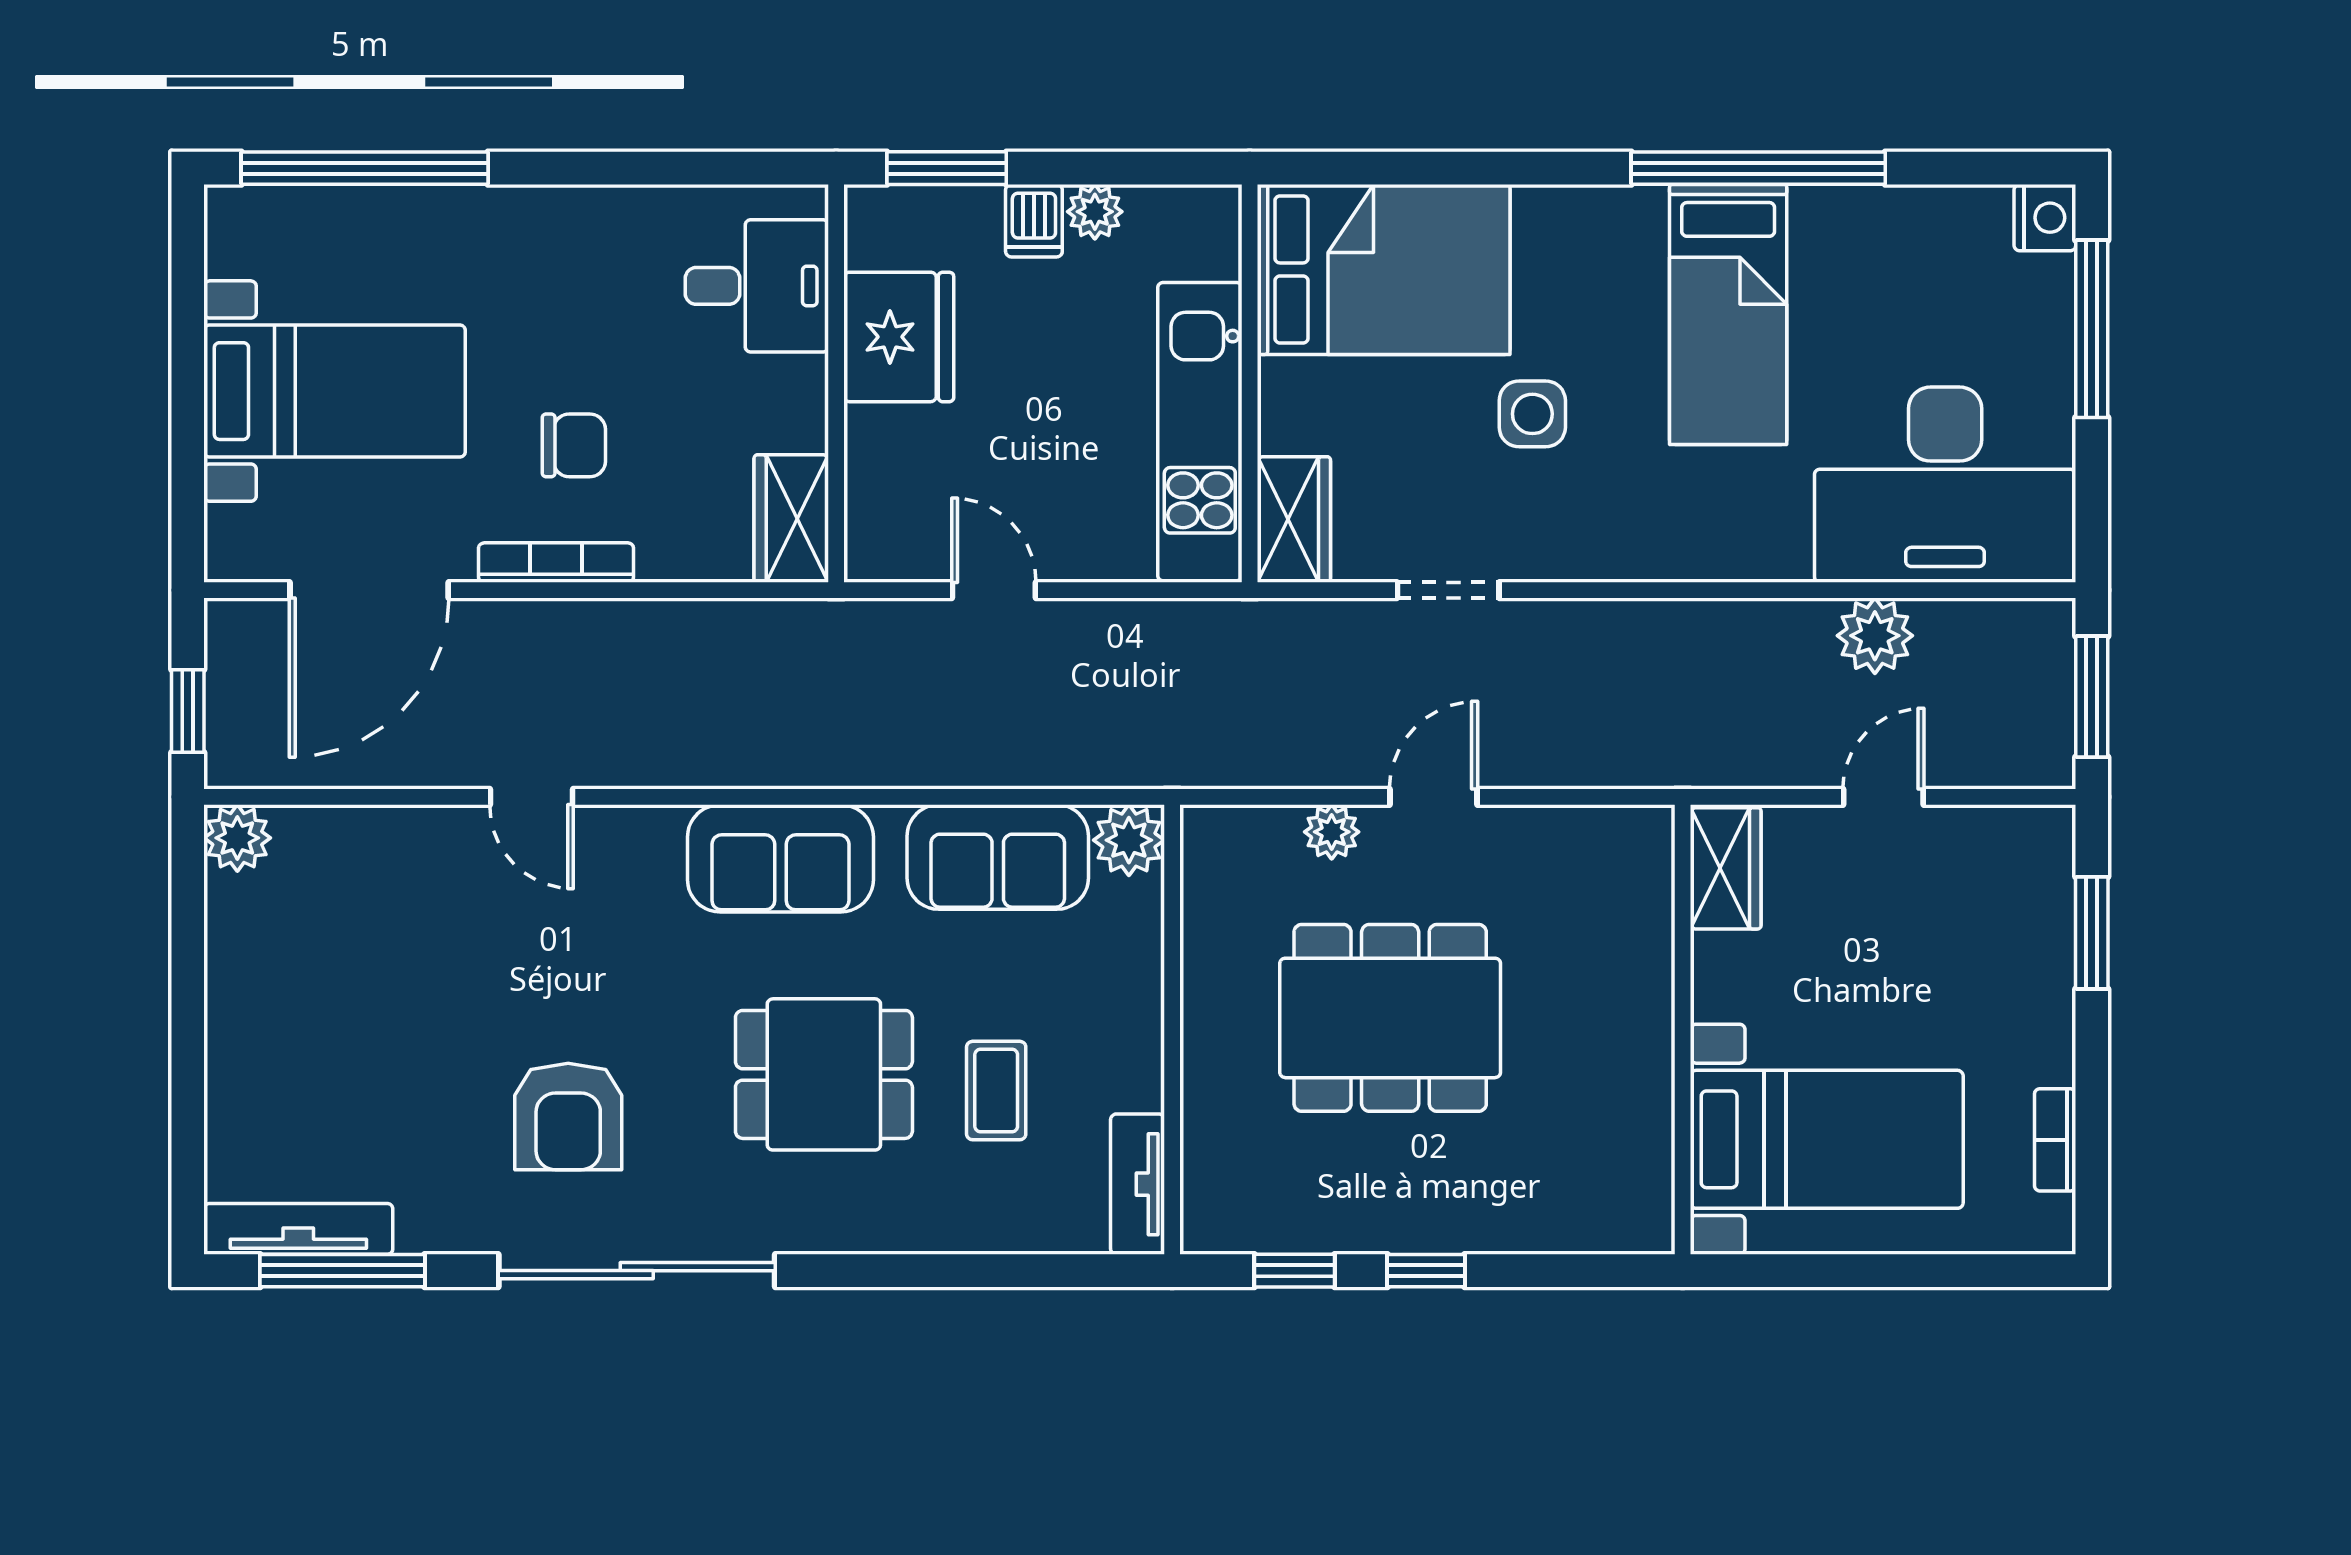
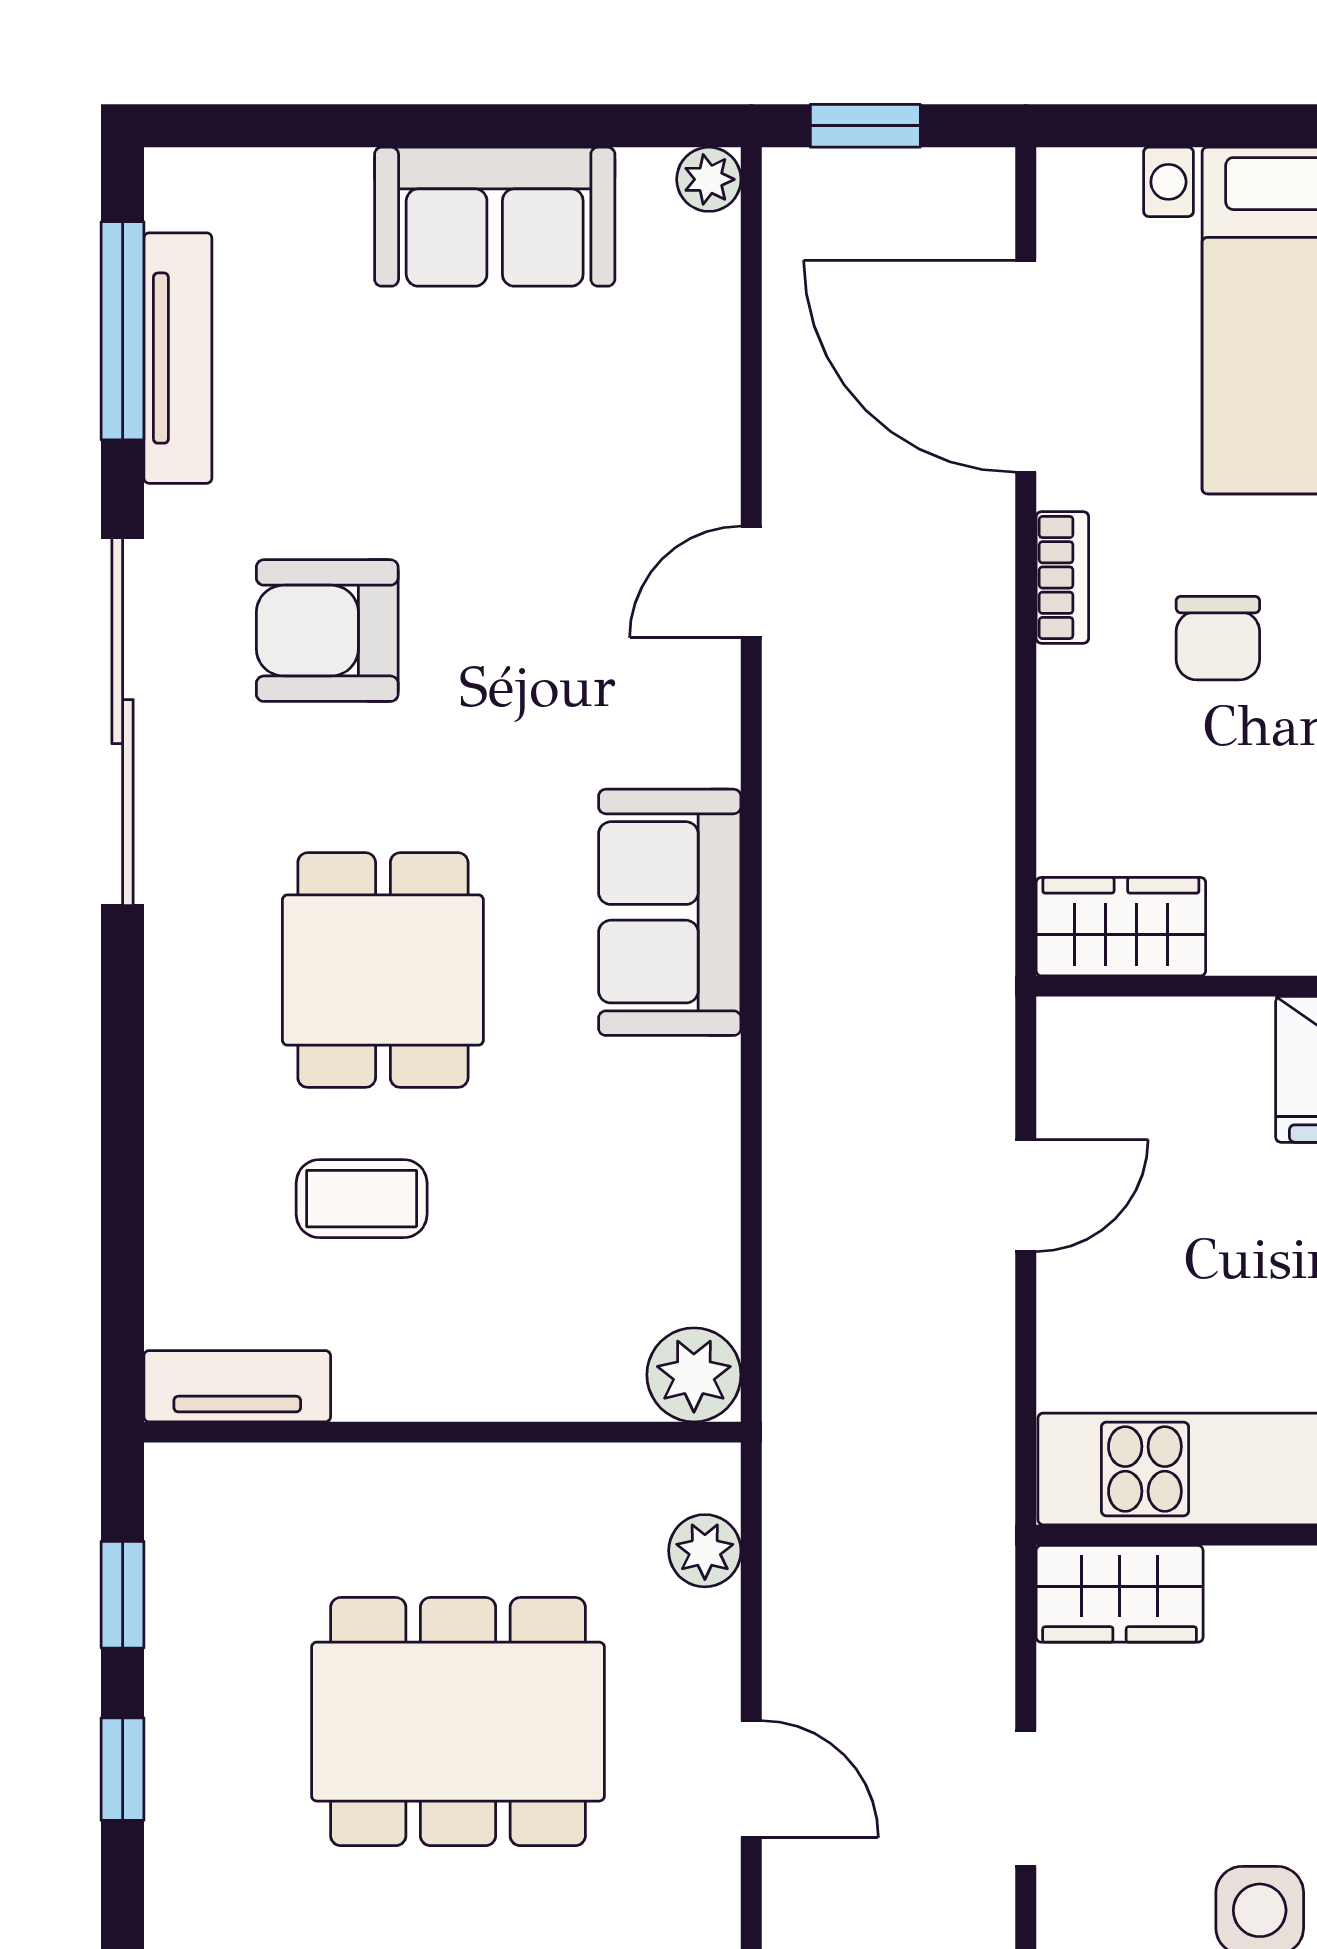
bookcase: (556, 563) -> (1062, 578), width x0.64
plant: (1332, 832) -> (705, 1551), moved
plant: (237, 838) -> (709, 179), width x0.73, depth x0.73
sofa: (998, 857) -> (495, 217), moved, turned -90
dining table: (1390, 1018) -> (458, 1722), turned 90
tv unit: (298, 1229) -> (178, 358), moved

